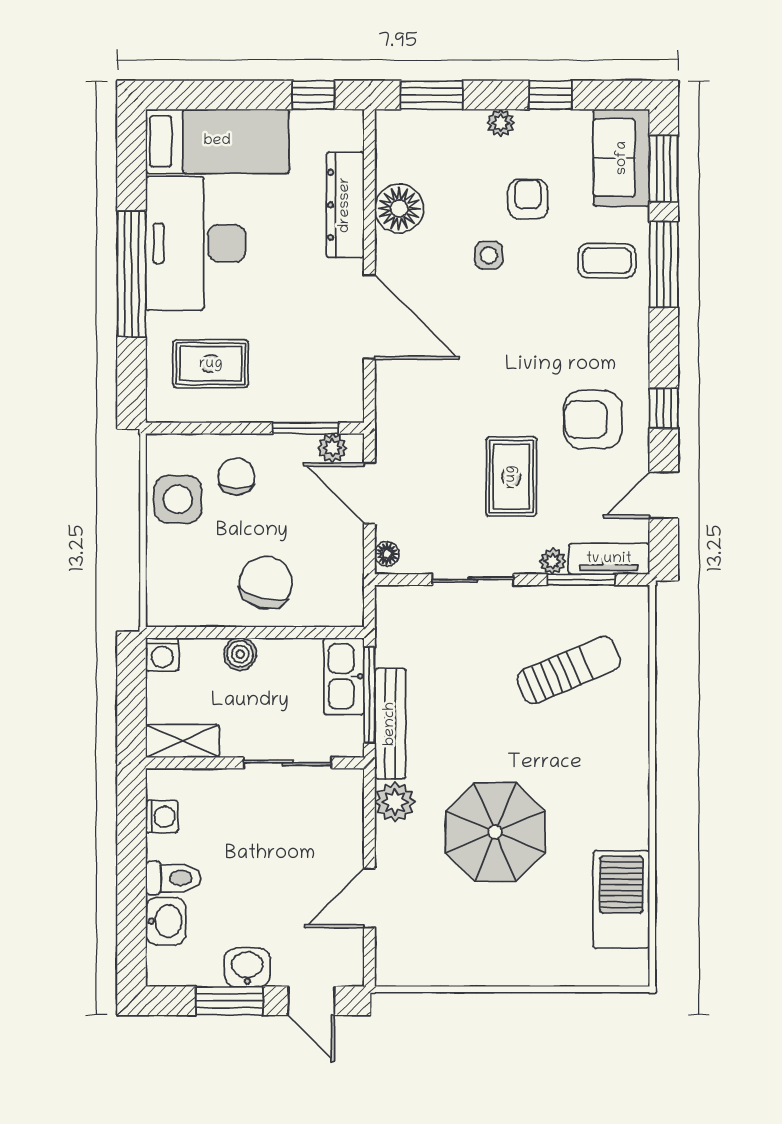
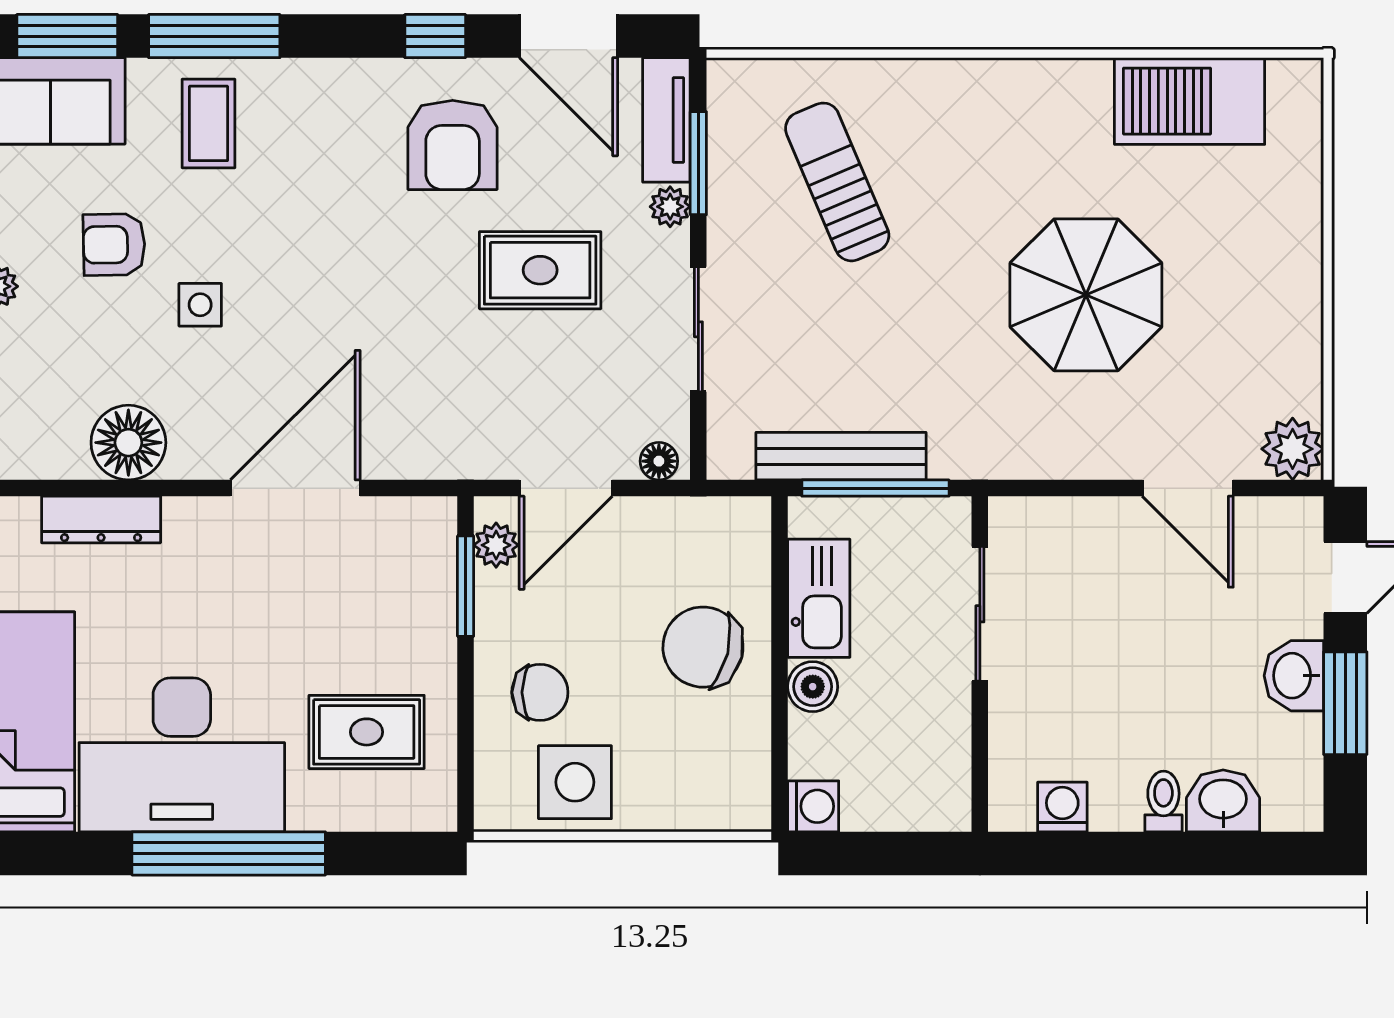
dresser: (345, 205) -> (101, 519), width x0.73, depth x0.80
rug: (211, 364) -> (367, 732), turned 90
chair: (236, 476) -> (540, 692), turned 180
door: (664, 495) -> (569, 36), width x1.38
kitchen sink: (344, 676) -> (819, 598), moved, turned -90
bench: (390, 724) -> (841, 456), moved
shelving: (182, 741) -> (946, 775), removed
plant: (395, 802) -> (1293, 449), moved
toilet: (173, 878) -> (1163, 801), width x0.73, depth x0.72

